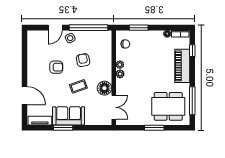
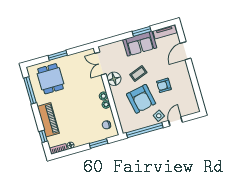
armchair: (83, 60) -> (141, 99), width x1.88, depth x1.88
door: (25, 96) -> (186, 51), hinge flipped
dining table: (168, 106) -> (51, 79), width x0.73

